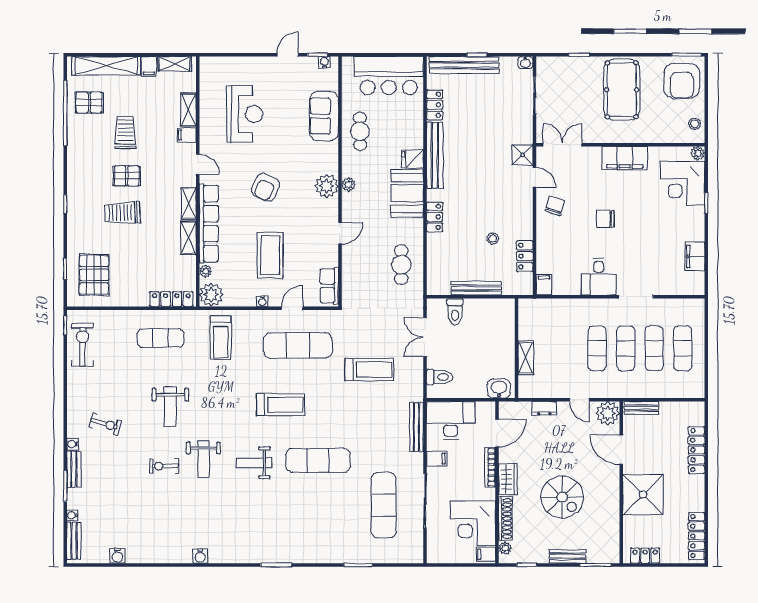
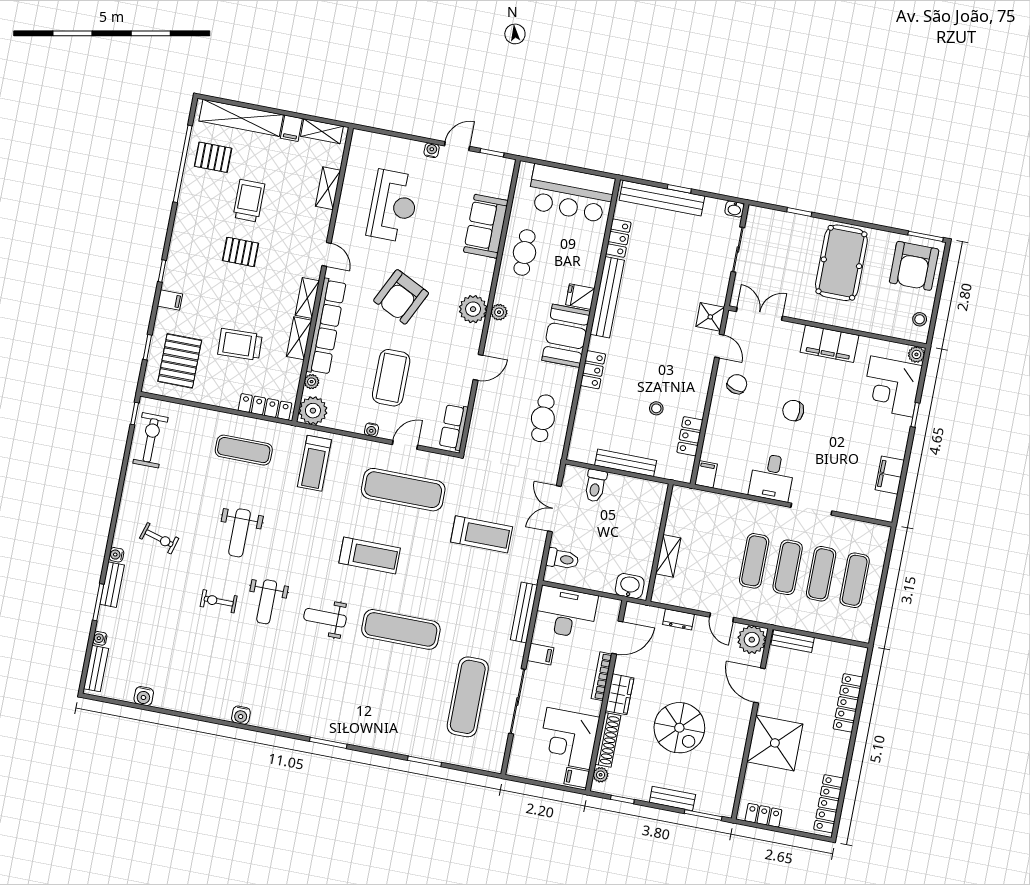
water cooler: (324, 62) -> (432, 150), moved
filing cabinet: (187, 135) -> (170, 300), moved, turned 180
armchair: (266, 187) -> (401, 297), width x1.36, depth x1.36
trolley: (122, 213) -> (240, 345), moved

